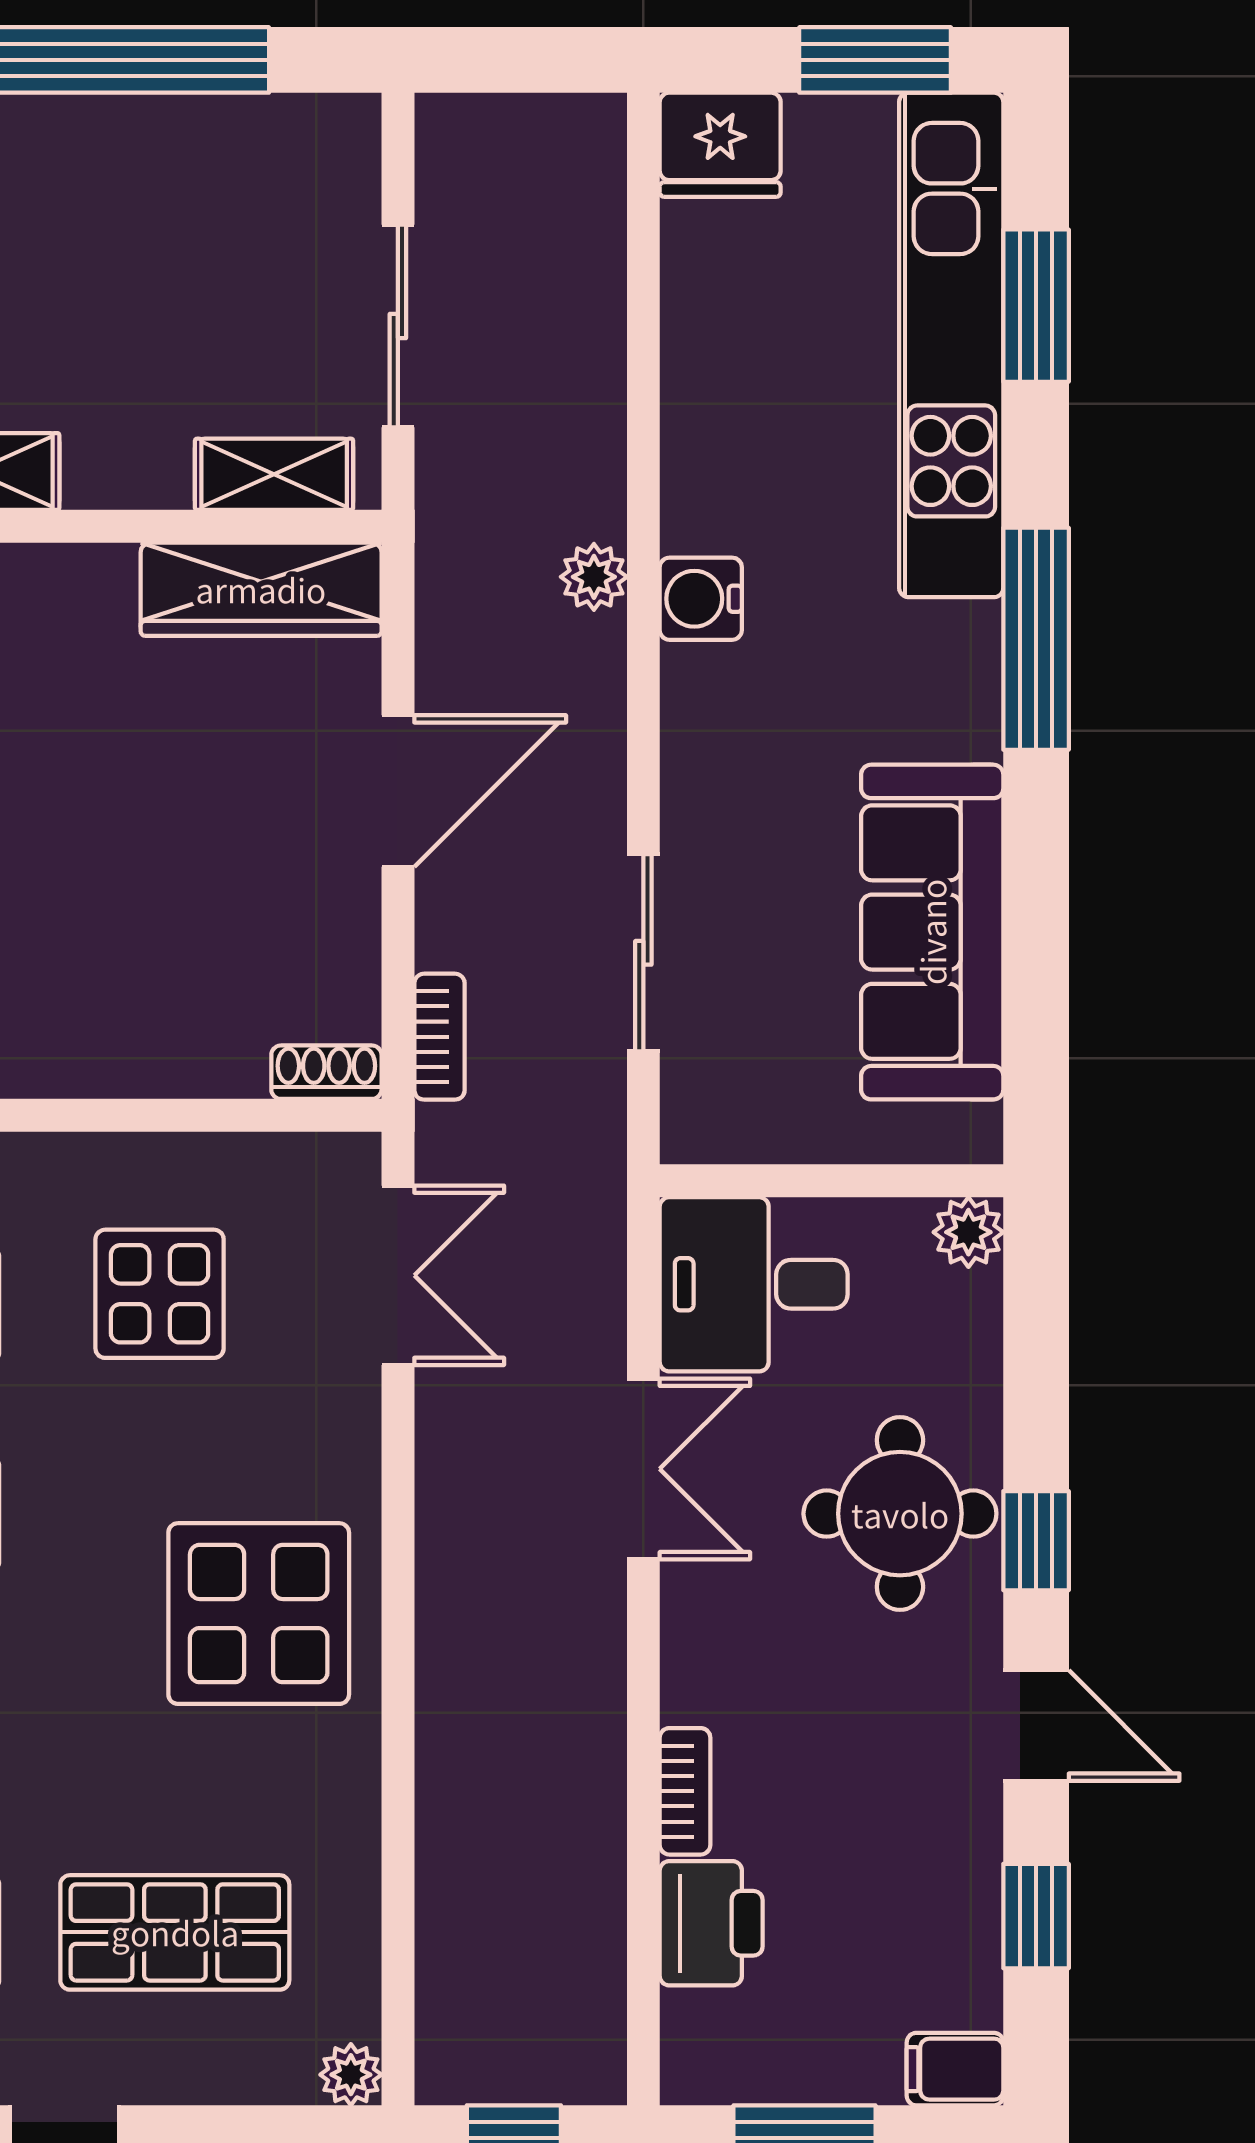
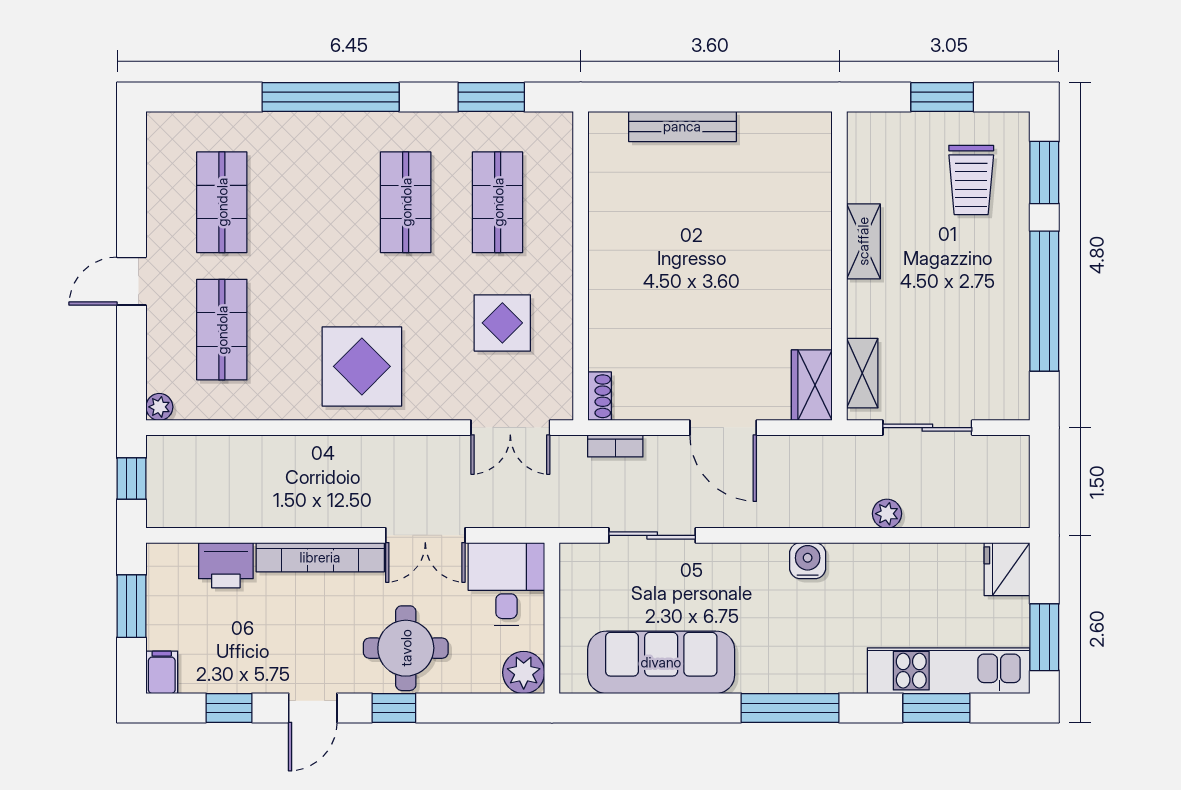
kitchen unit: (951, 345) -> (949, 671), width x0.73
plant: (594, 577) -> (887, 514), moved
wardrobe: (261, 589) -> (812, 385), width x0.67
plant: (968, 1232) -> (524, 672), width x1.38, depth x1.38
bookcase: (685, 1791) -> (320, 557), width x2.31, depth x1.31

